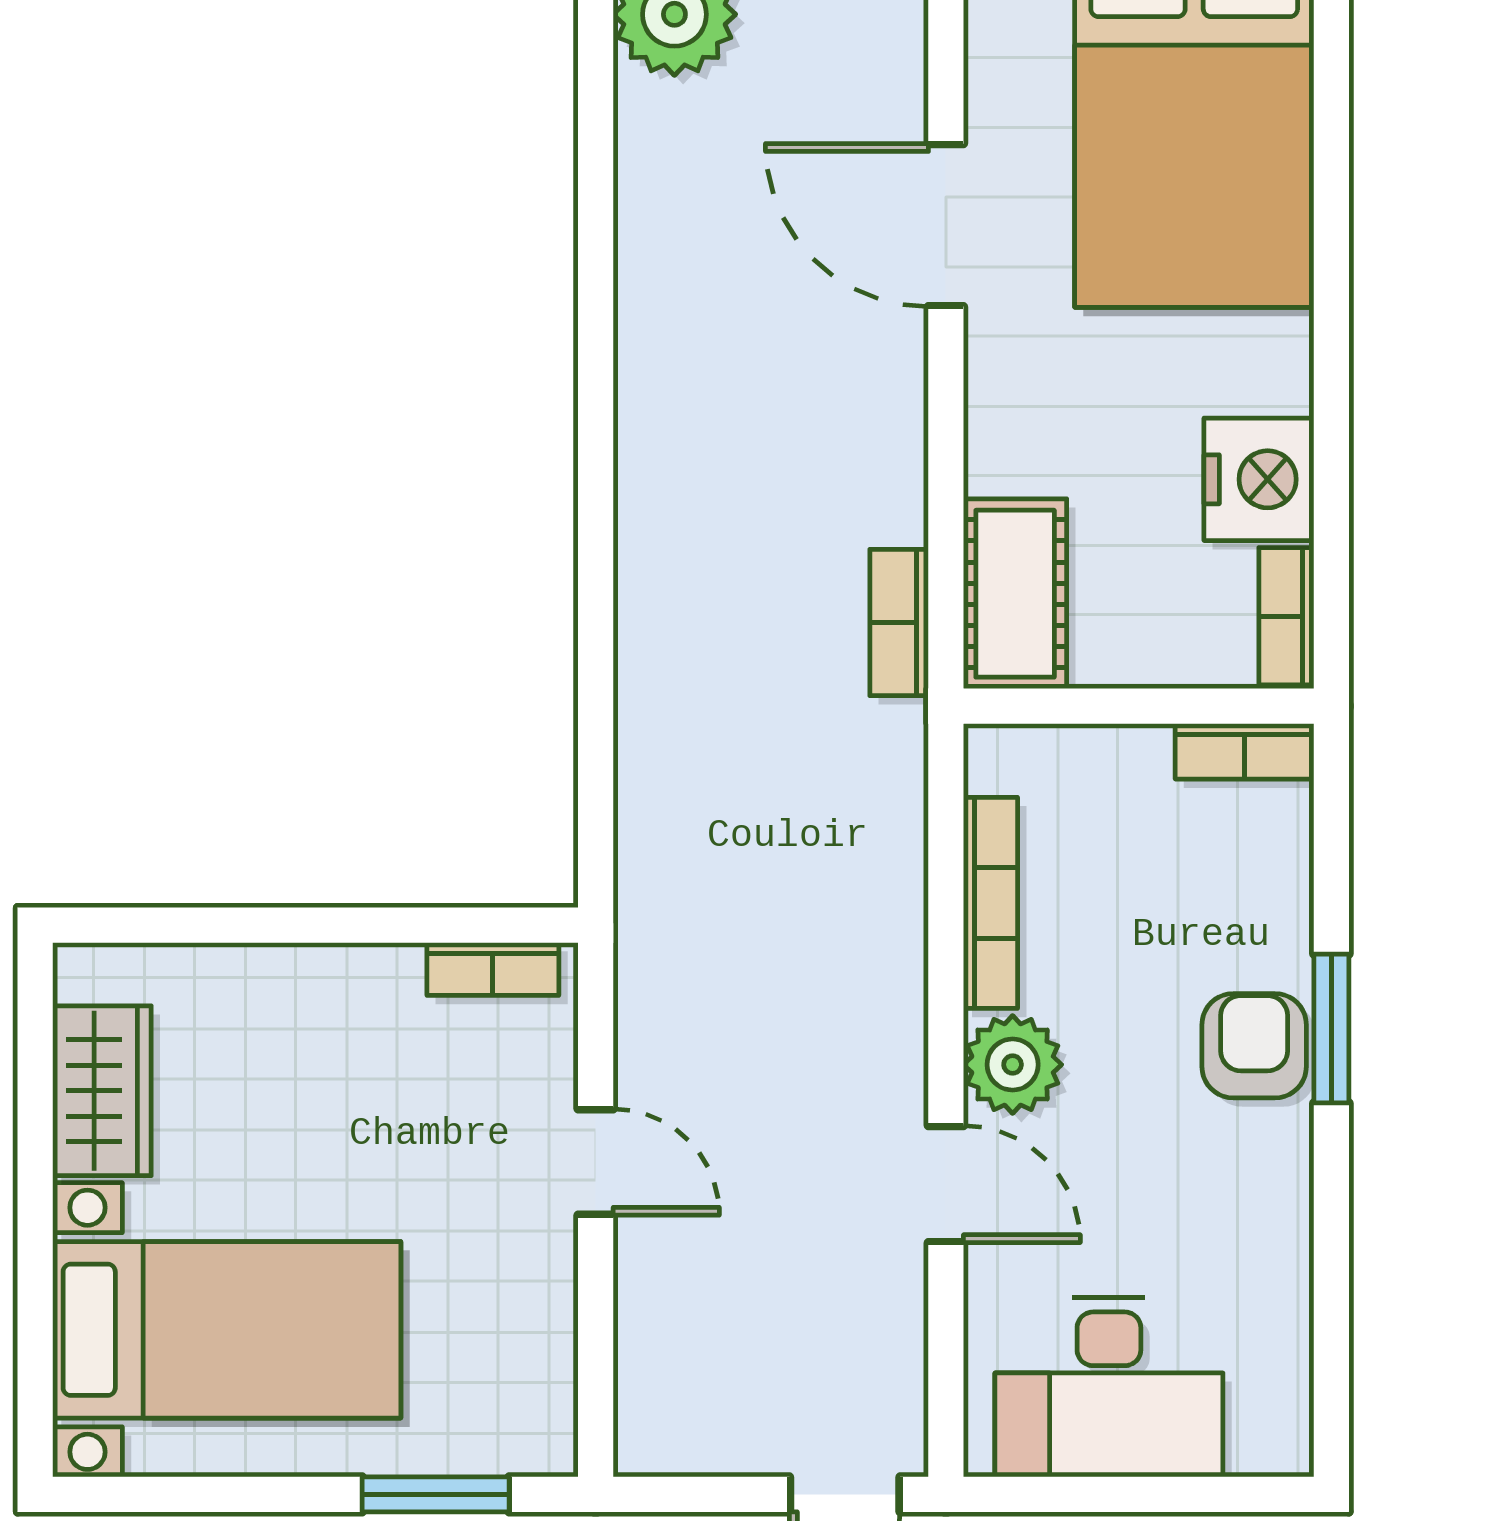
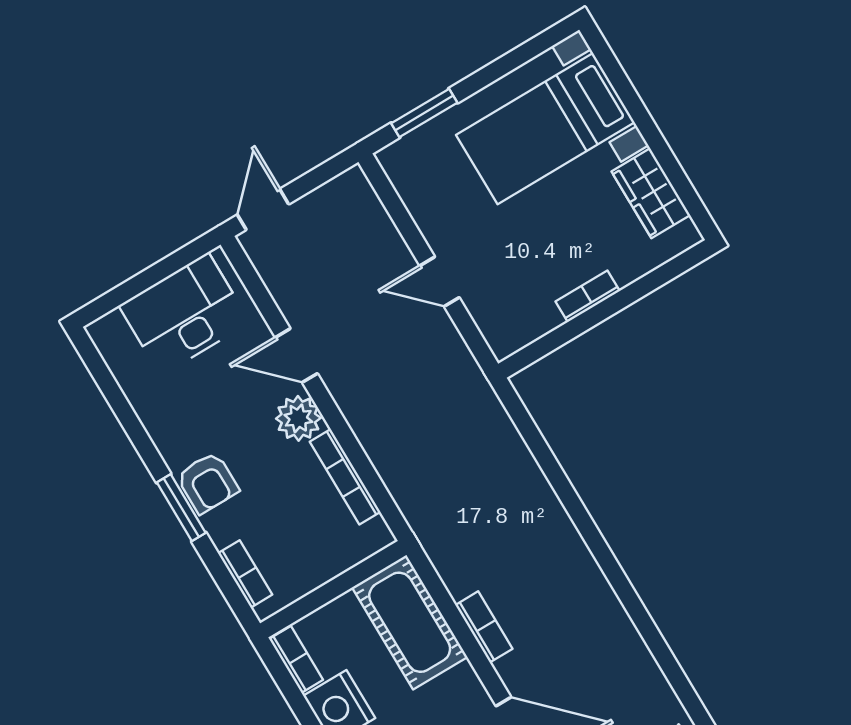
cot: (1015, 594) -> (410, 622), width x1.37, depth x1.34
bookcase: (899, 622) -> (484, 627), moved
bookcase: (1244, 751) -> (245, 574), moved, turned 90
bookcase: (493, 969) -> (588, 296), moved

